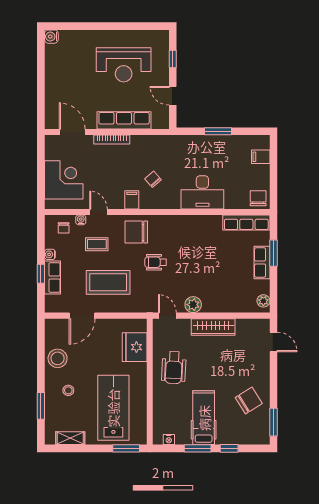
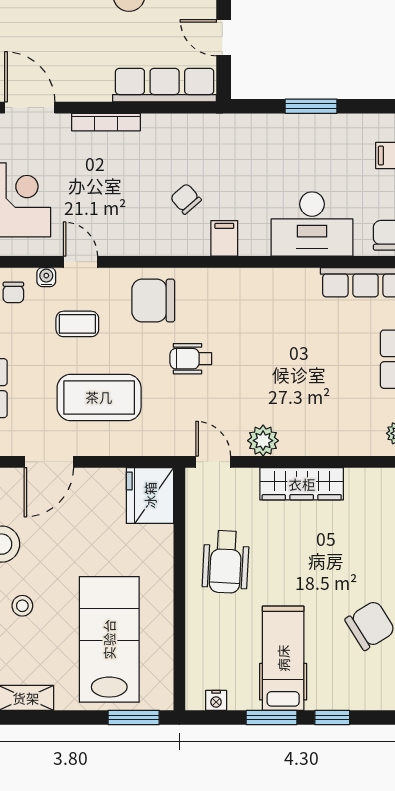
row of seats: (124, 120) -> (165, 85), moved
desk: (202, 192) -> (312, 224), moved
filing cabinet: (132, 200) -> (224, 238), moved
fridge: (135, 347) -> (150, 495), moved

